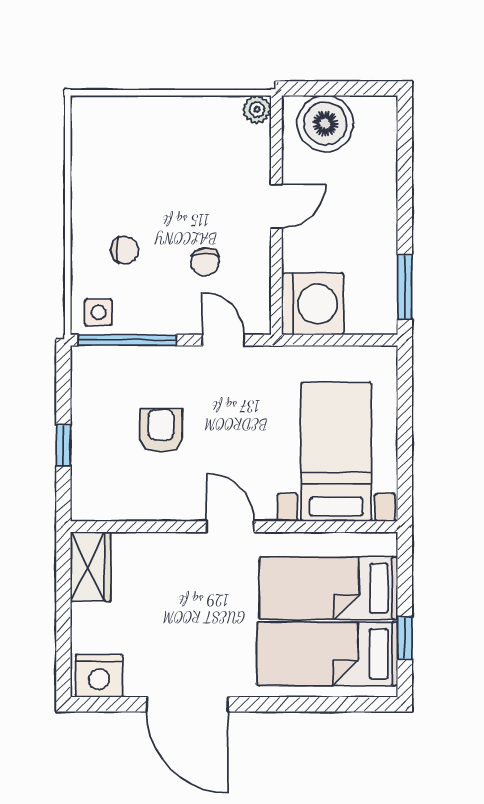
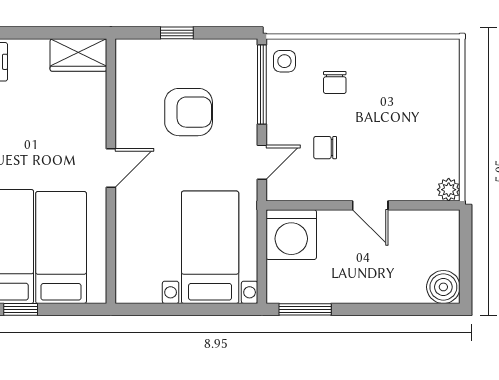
boiler: (325, 124) -> (443, 287), moved, width x0.73, depth x0.73
armchair: (161, 431) -> (189, 112), width x1.38, depth x1.38
bed with nightstands: (336, 452) -> (210, 247), moved, turned -90

